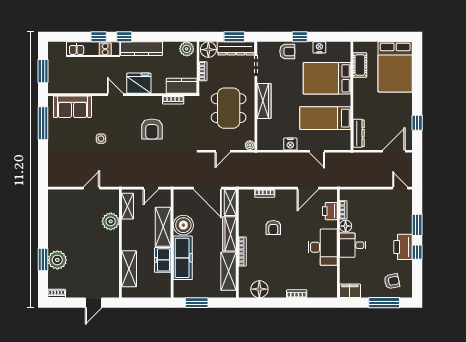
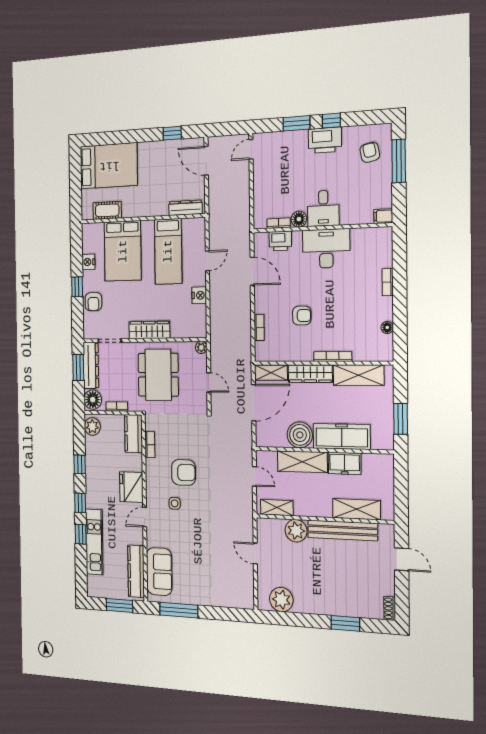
window: (156, 37) -> (80, 464), added
kitchen counter: (141, 49) -> (136, 571), moved, turned 180
armchair: (287, 51) -> (93, 302), turned 180
dining table: (229, 108) -> (158, 375), turned 90
side table: (101, 139) -> (175, 503), moved
bench: (113, 258) -> (342, 530), added
plant: (57, 260) -> (281, 600), moved
floor lamp: (259, 289) -> (387, 327), width x0.53, depth x0.53
filing cabinet: (350, 291) -> (383, 216), width x0.50

